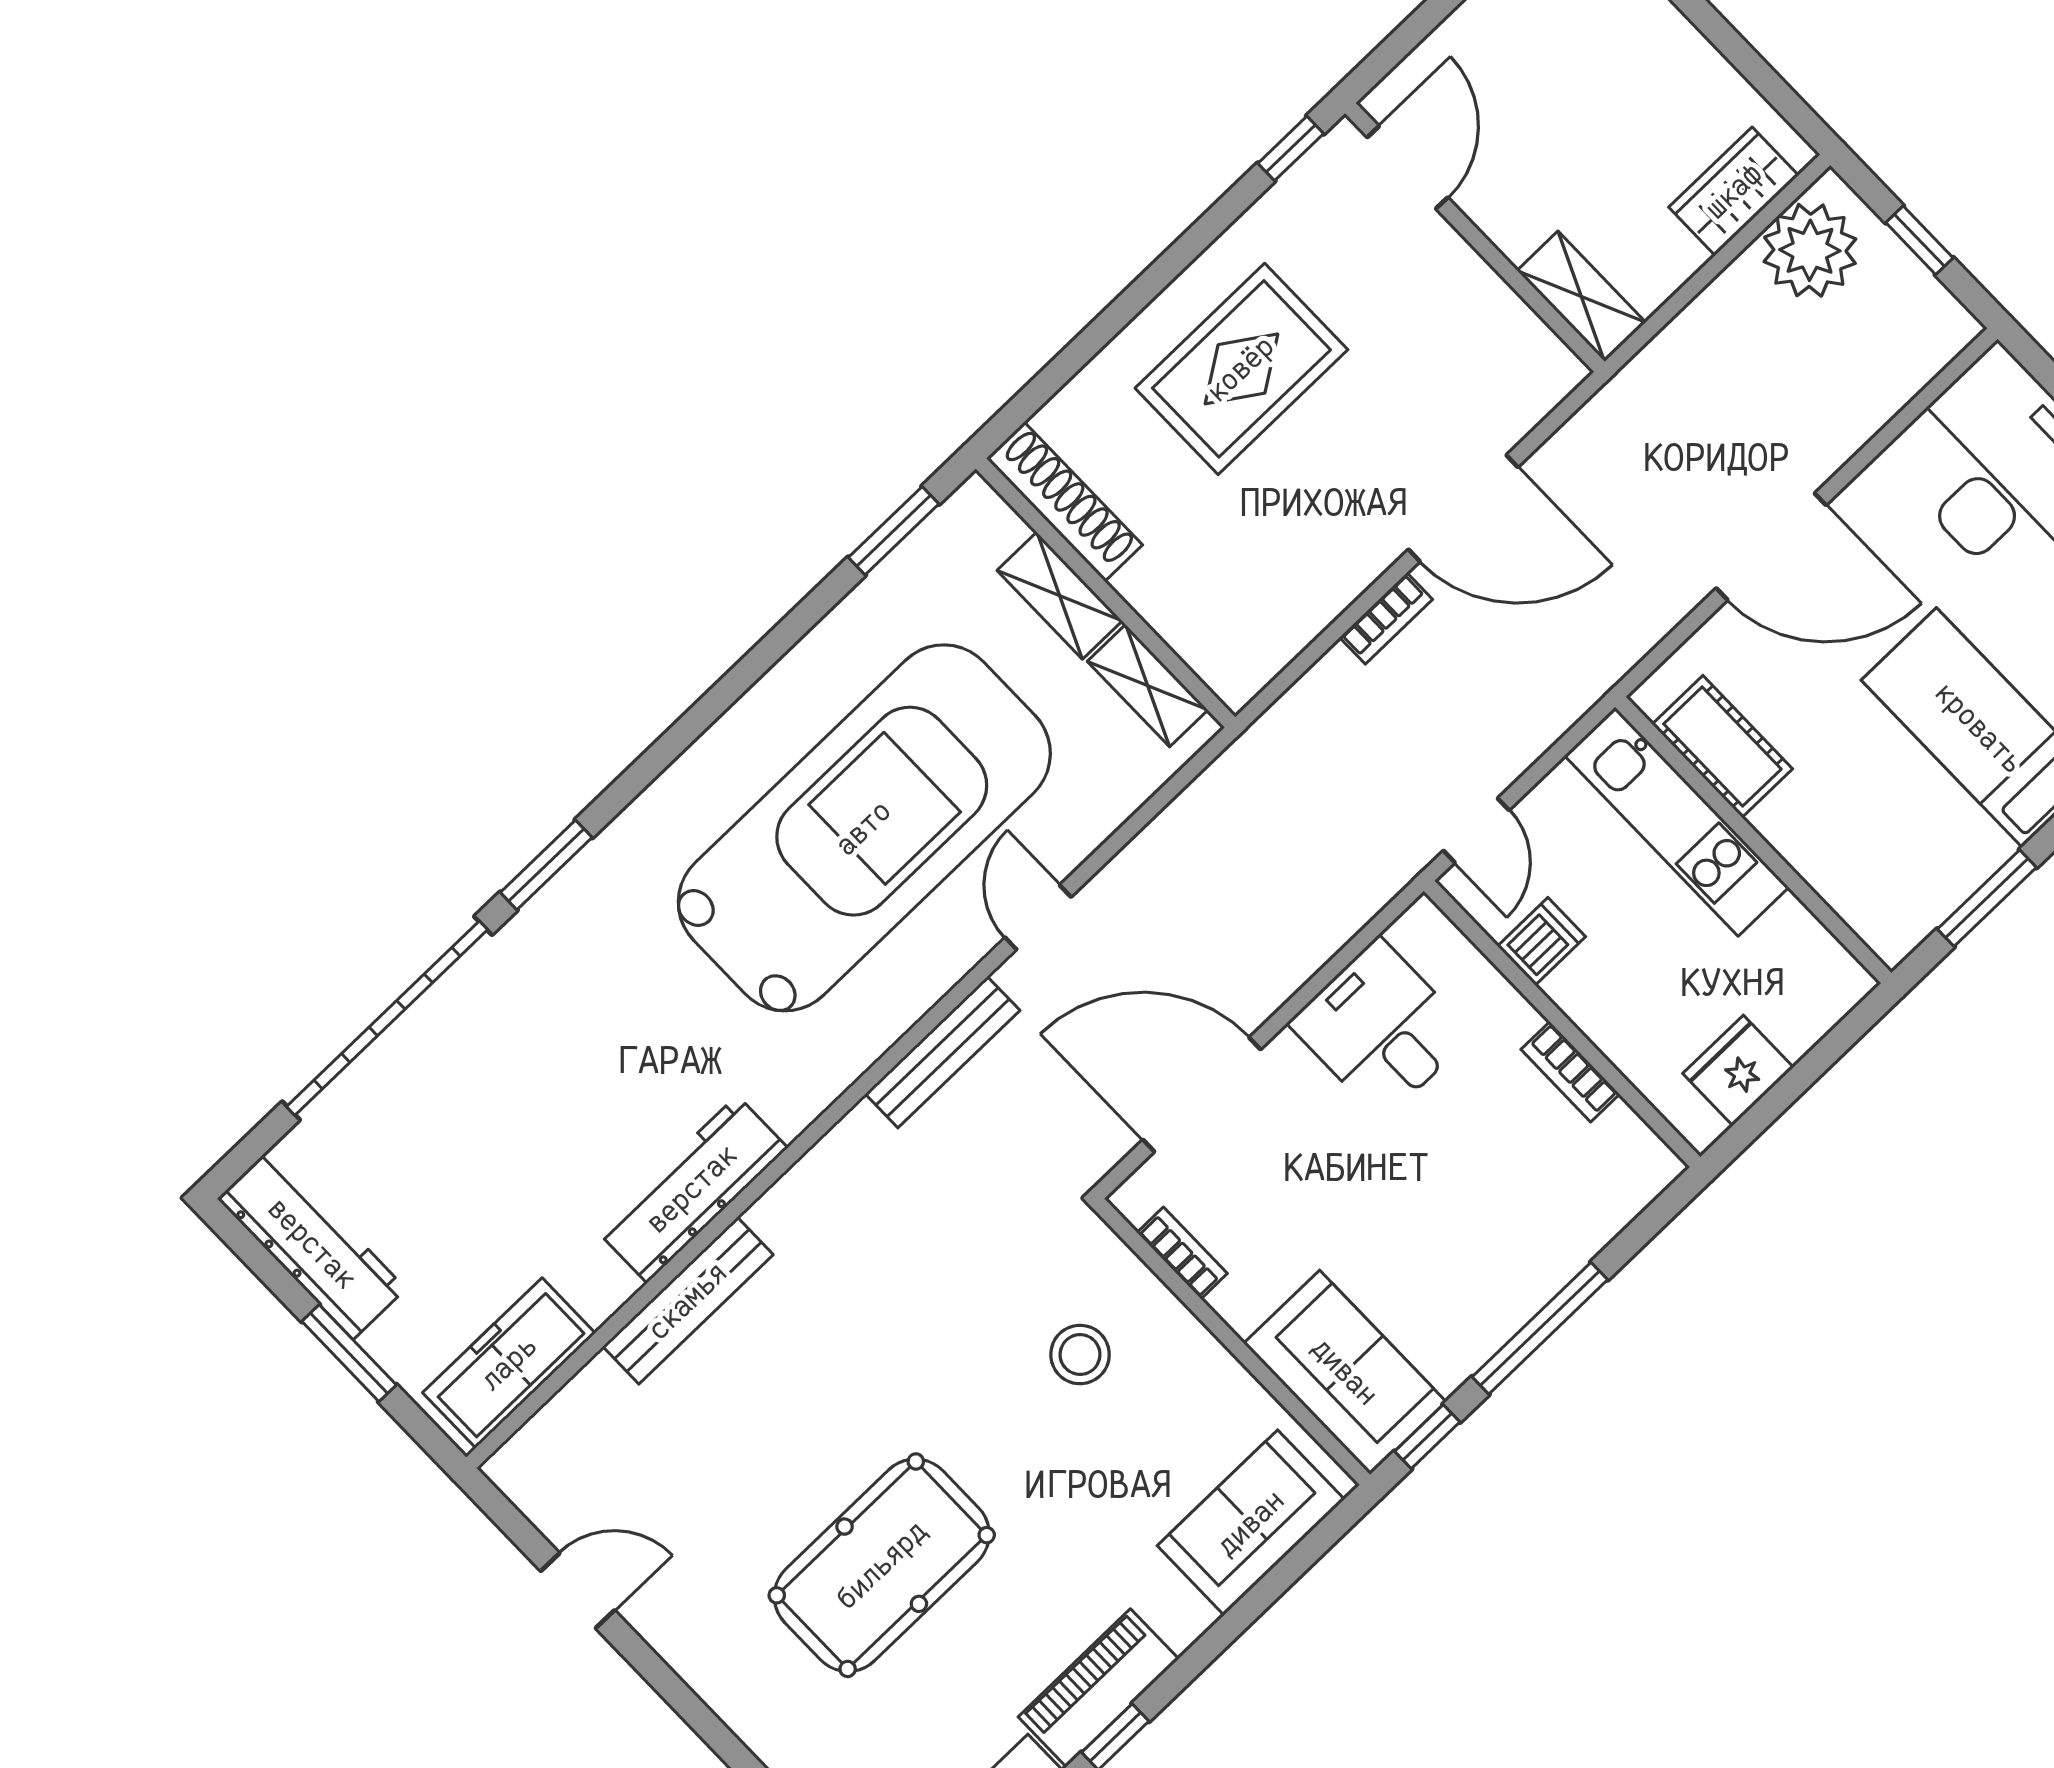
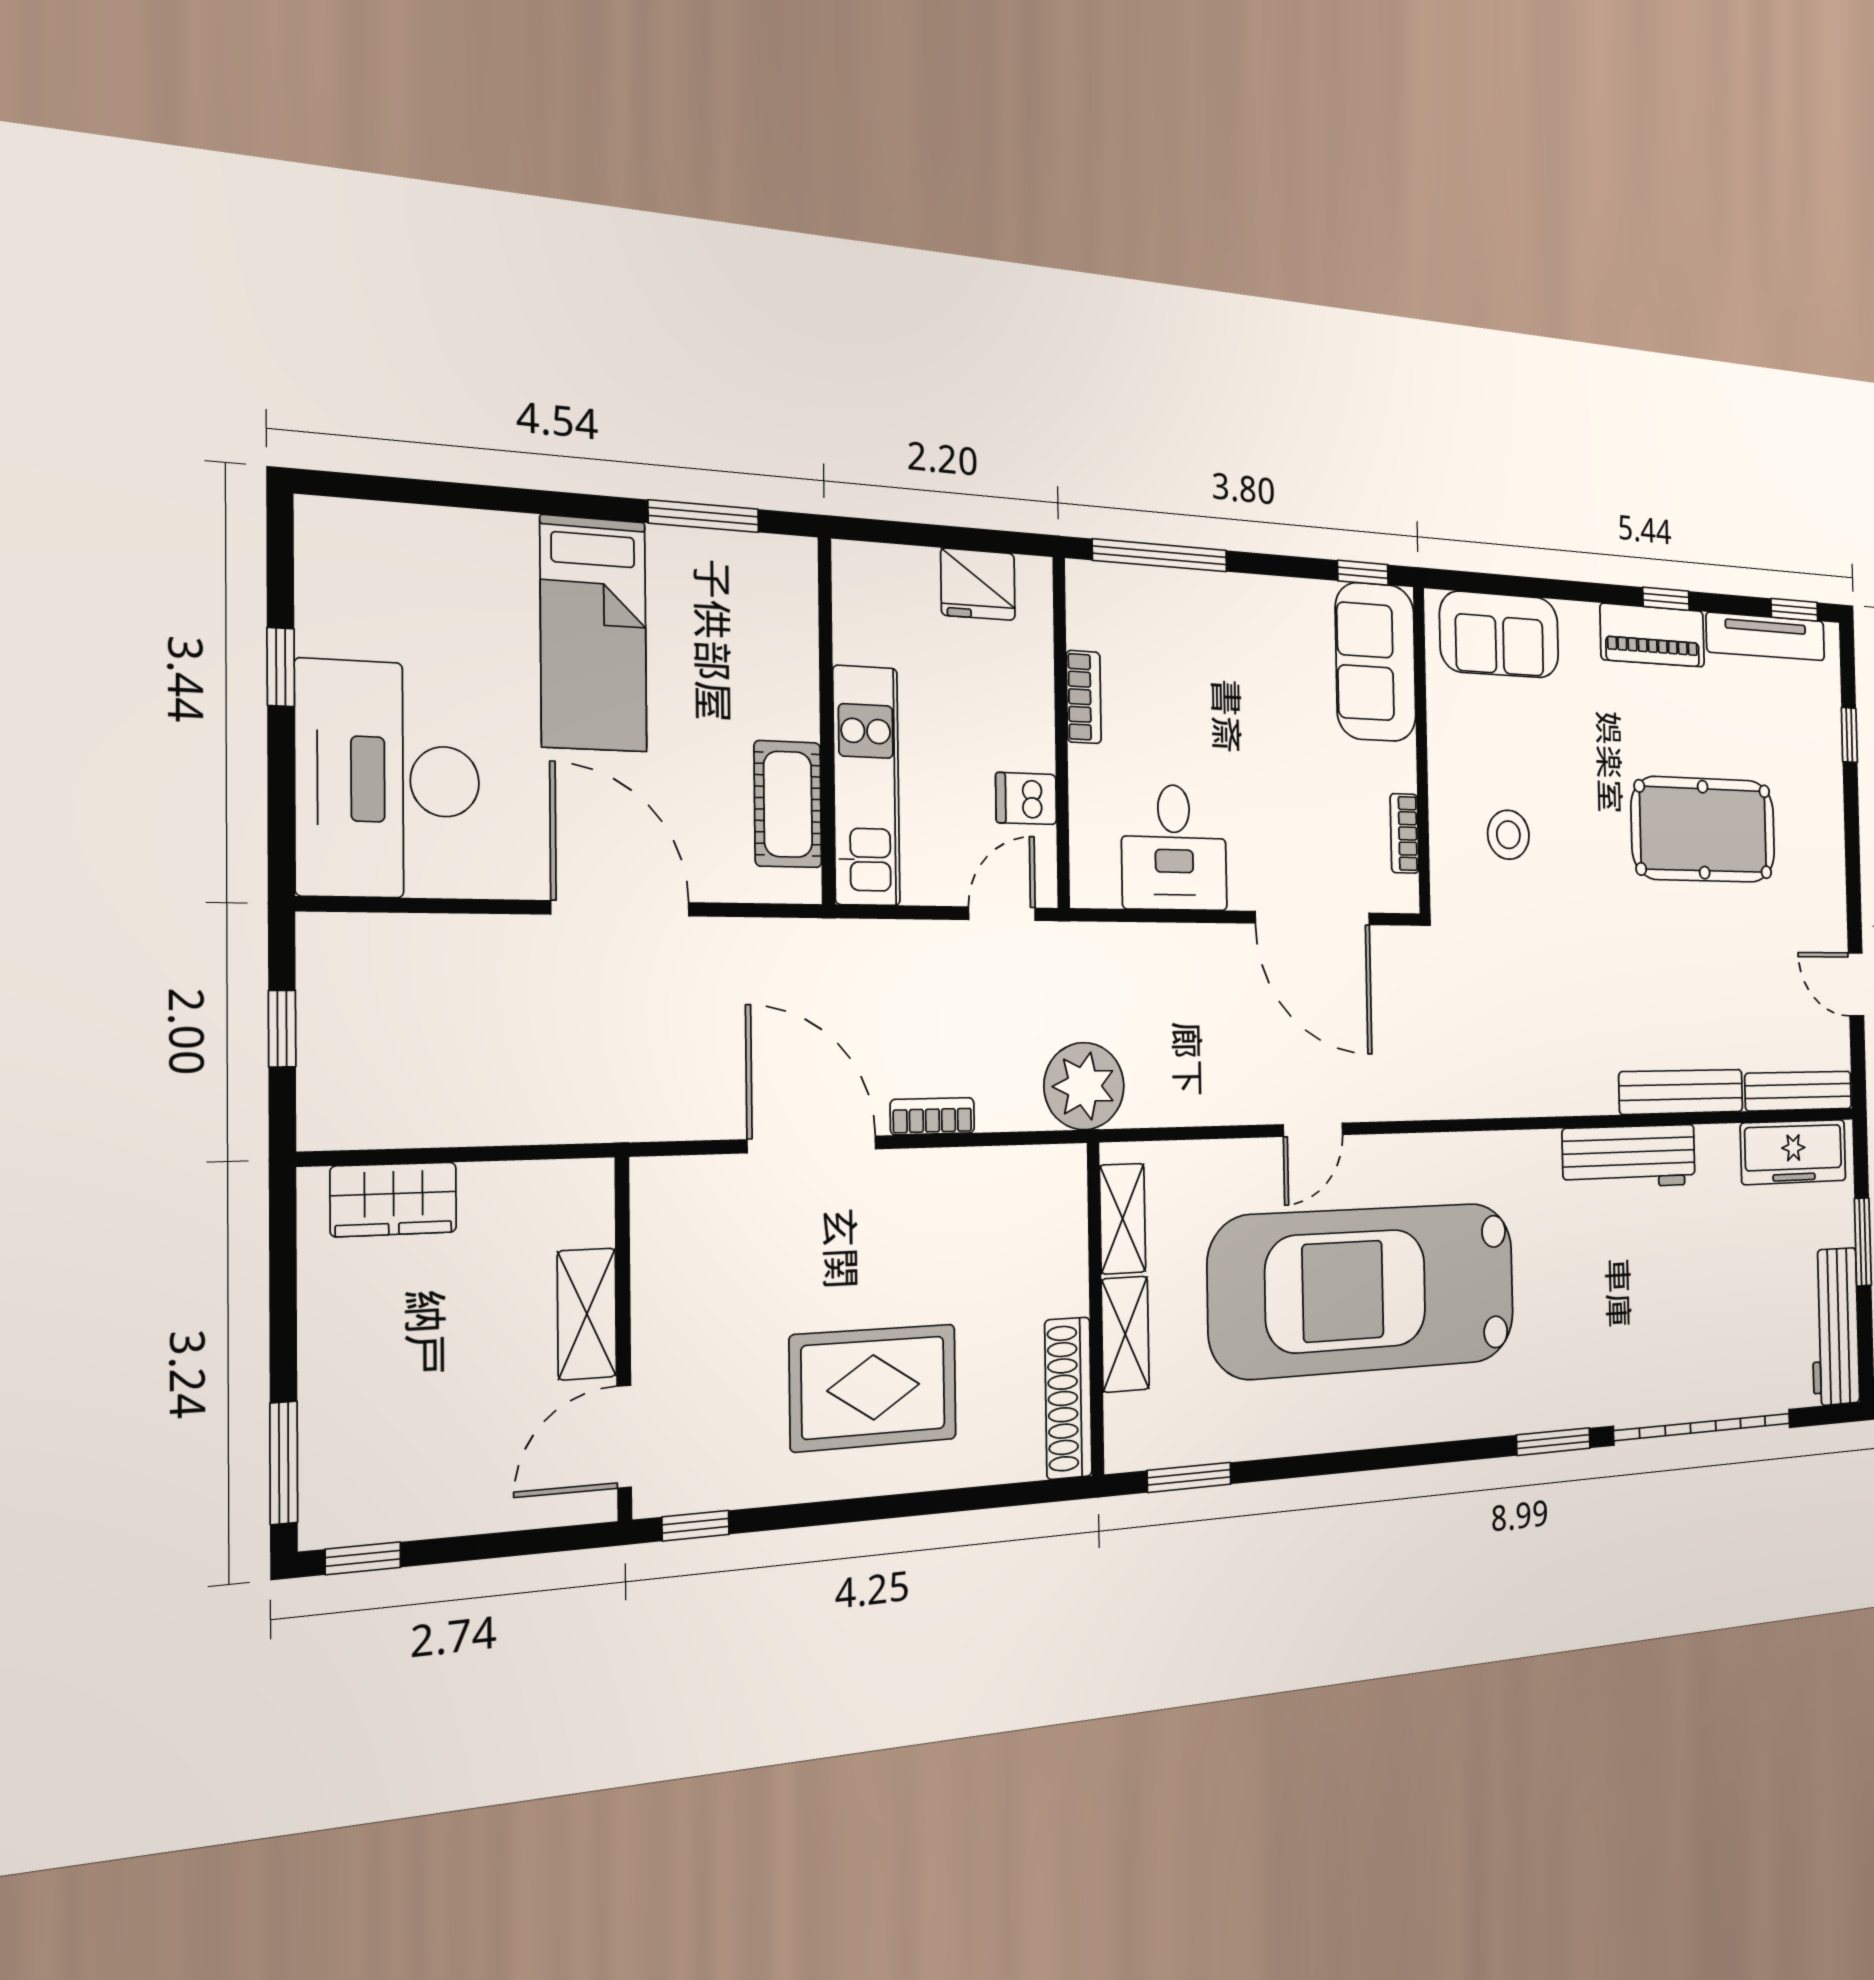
plant: (1810, 250) -> (1084, 1086), moved
shelving: (1581, 296) -> (587, 1314), moved
bench: (943, 1052) -> (1799, 1091), moved
window: (1540, 1328) -> (1160, 555), moved

